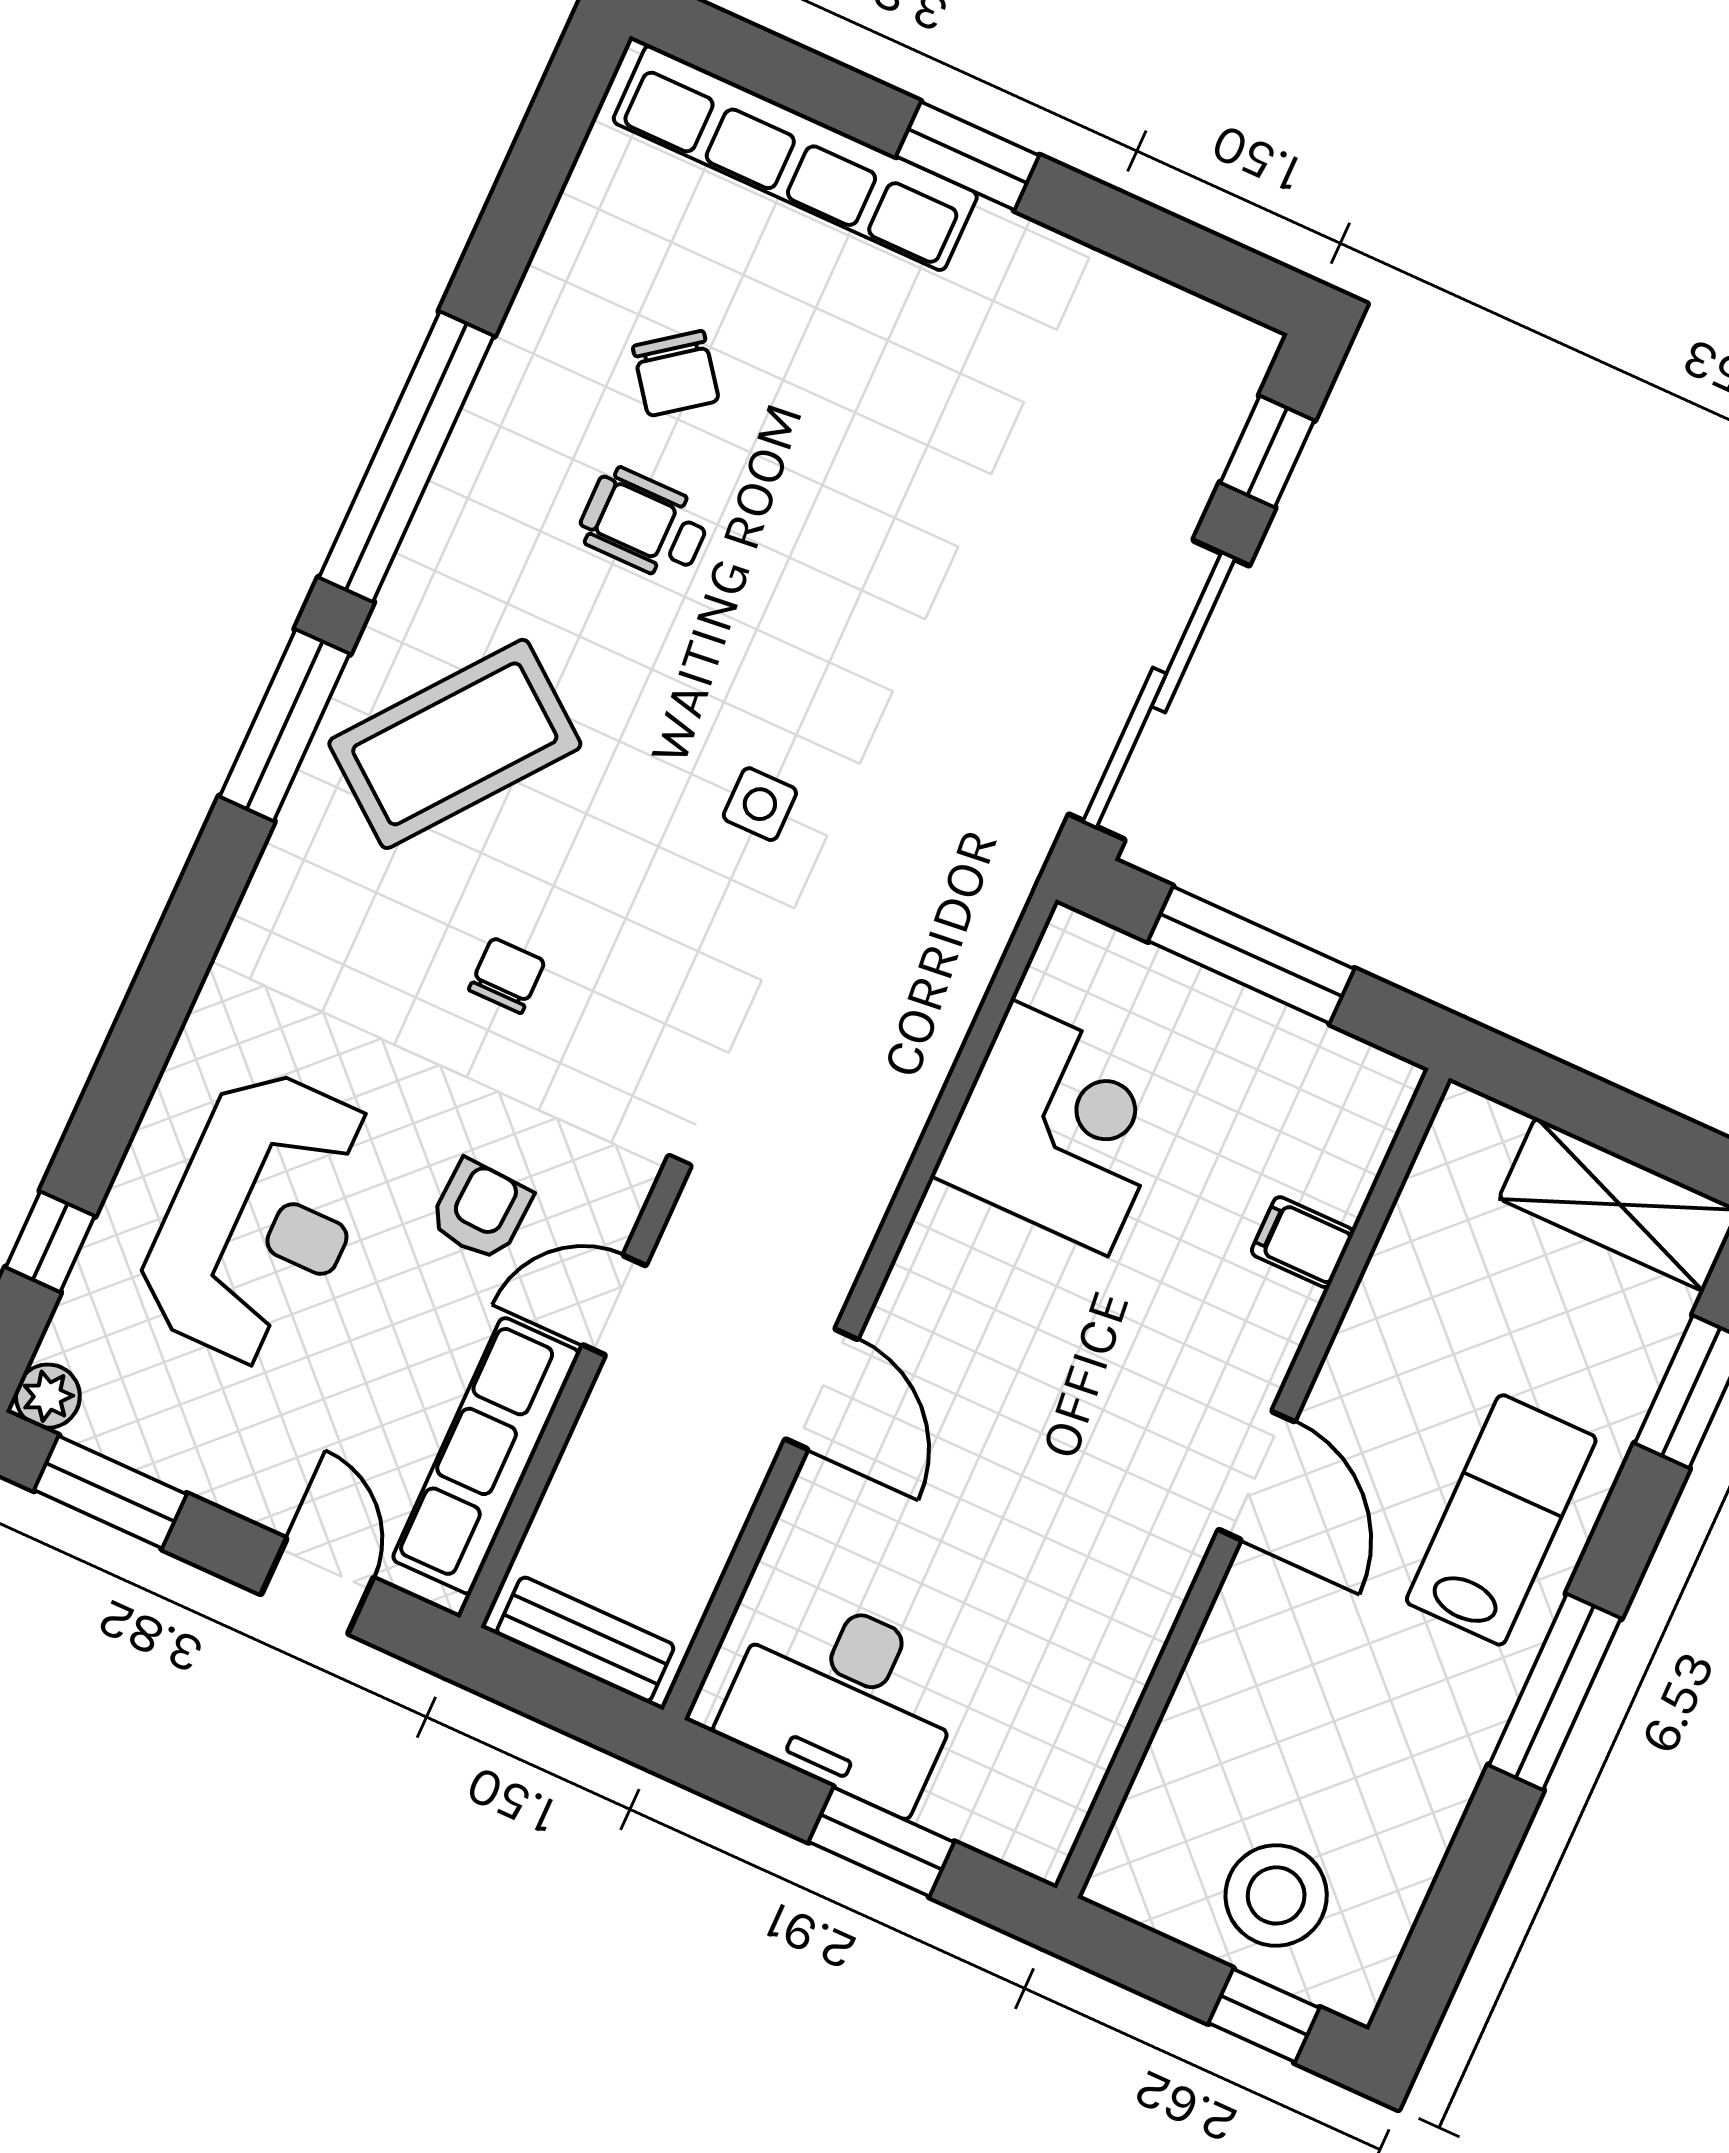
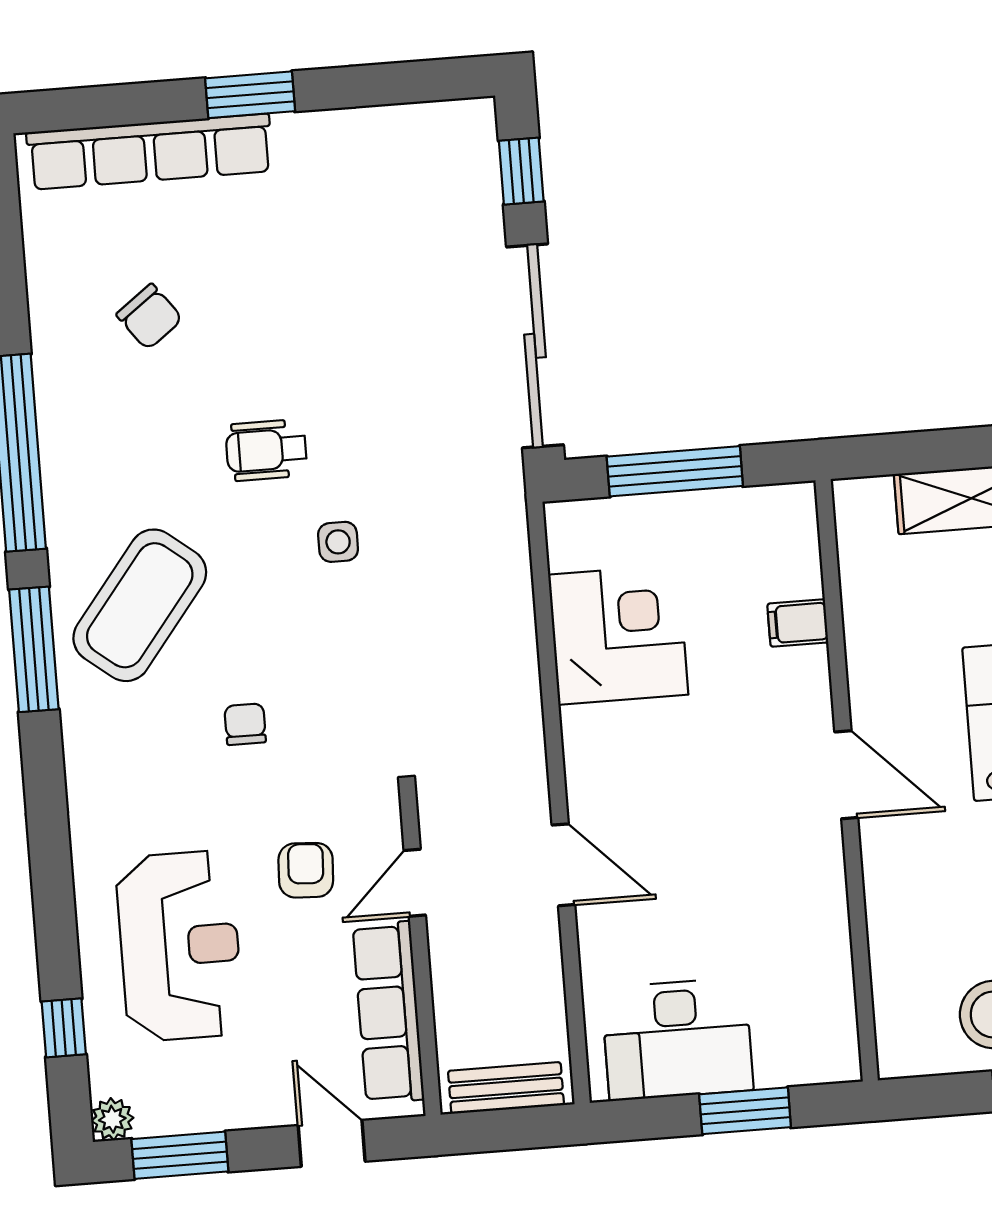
wheelchair: (644, 524) -> (266, 450), moved

